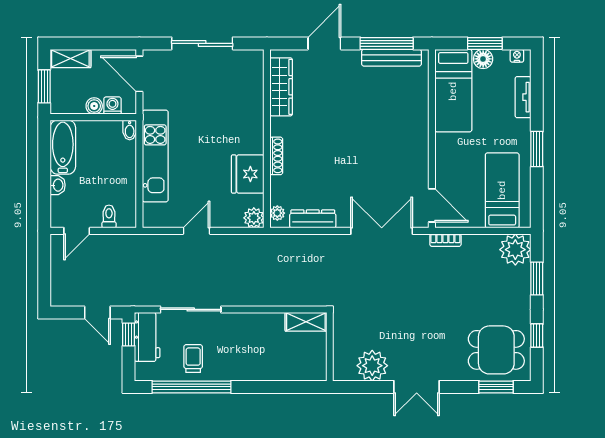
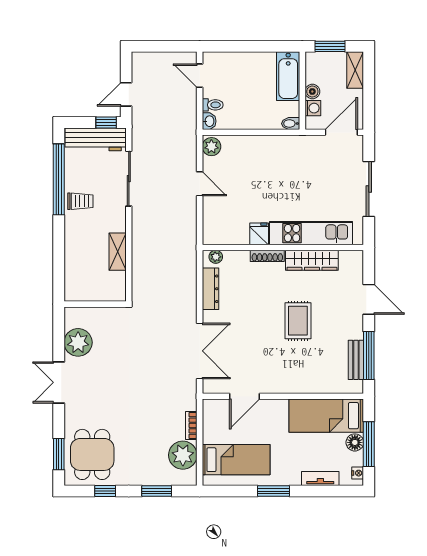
window: (485, 43) -> (369, 444), width x1.44
bench: (392, 58) -> (356, 360), width x0.73
wardrobe: (281, 87) -> (312, 260), moved
rug: (348, 122) -> (298, 321), added
bathtub: (63, 147) -> (288, 76), moved, turned 90
kitchen unit: (155, 156) -> (311, 233), moved, turned 180
fridge: (248, 174) -> (259, 234), width x0.53, depth x0.75
washbasin: (58, 185) -> (209, 121), moved, turned -90
door: (432, 205) -> (244, 396), moved
plant: (254, 218) -> (211, 147), moved
bookcase: (445, 240) -> (191, 425), moved
plant: (515, 250) -> (183, 455), moved
shelving: (306, 322) -> (118, 252), moved
workbench: (147, 337) -> (96, 139), width x1.38
trolley: (193, 359) -> (80, 201), moved

